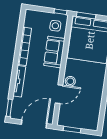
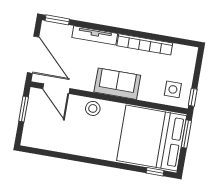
sofa: (54, 52) -> (117, 84), moved
door: (59, 94) -> (56, 89), moved

